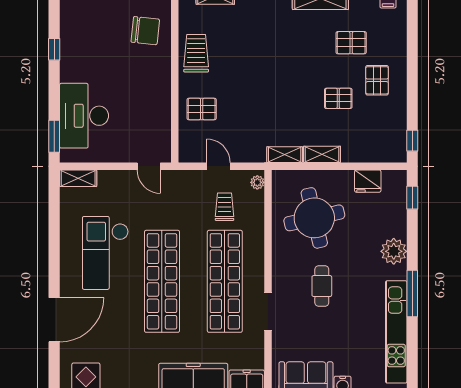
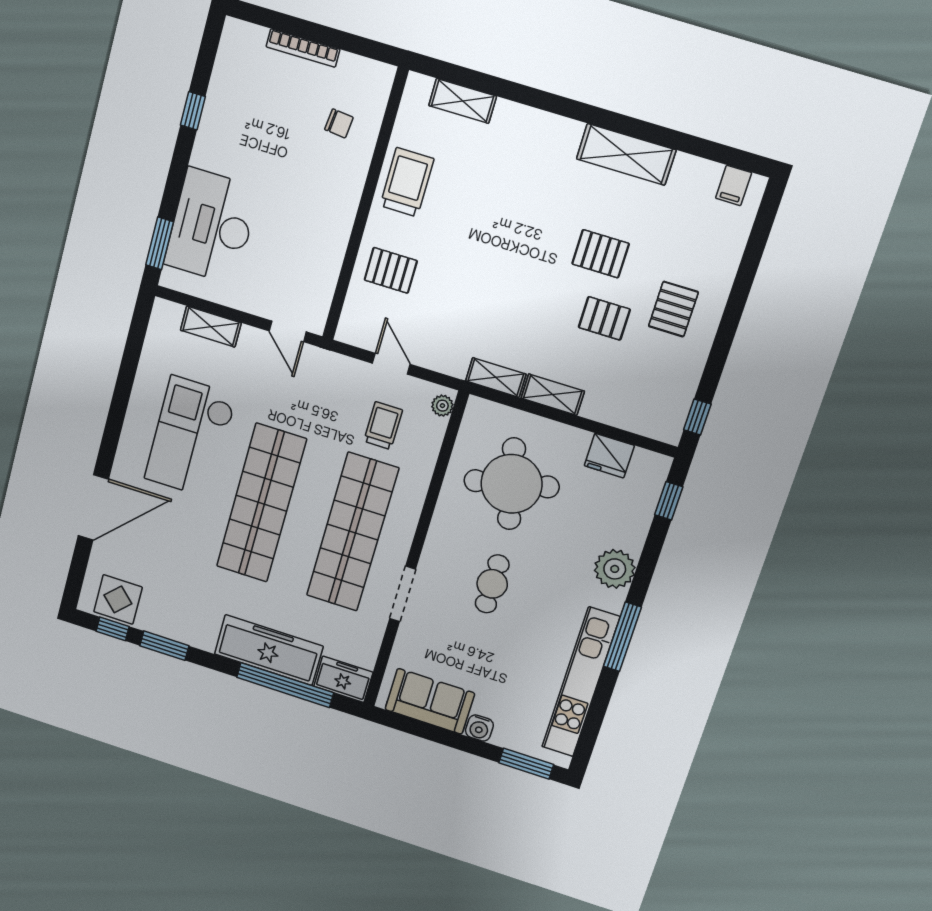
chair: (145, 31) -> (339, 123), width x0.54, depth x0.54
pallet: (351, 43) -> (601, 254), moved
shelving: (78, 178) -> (211, 327), moved

